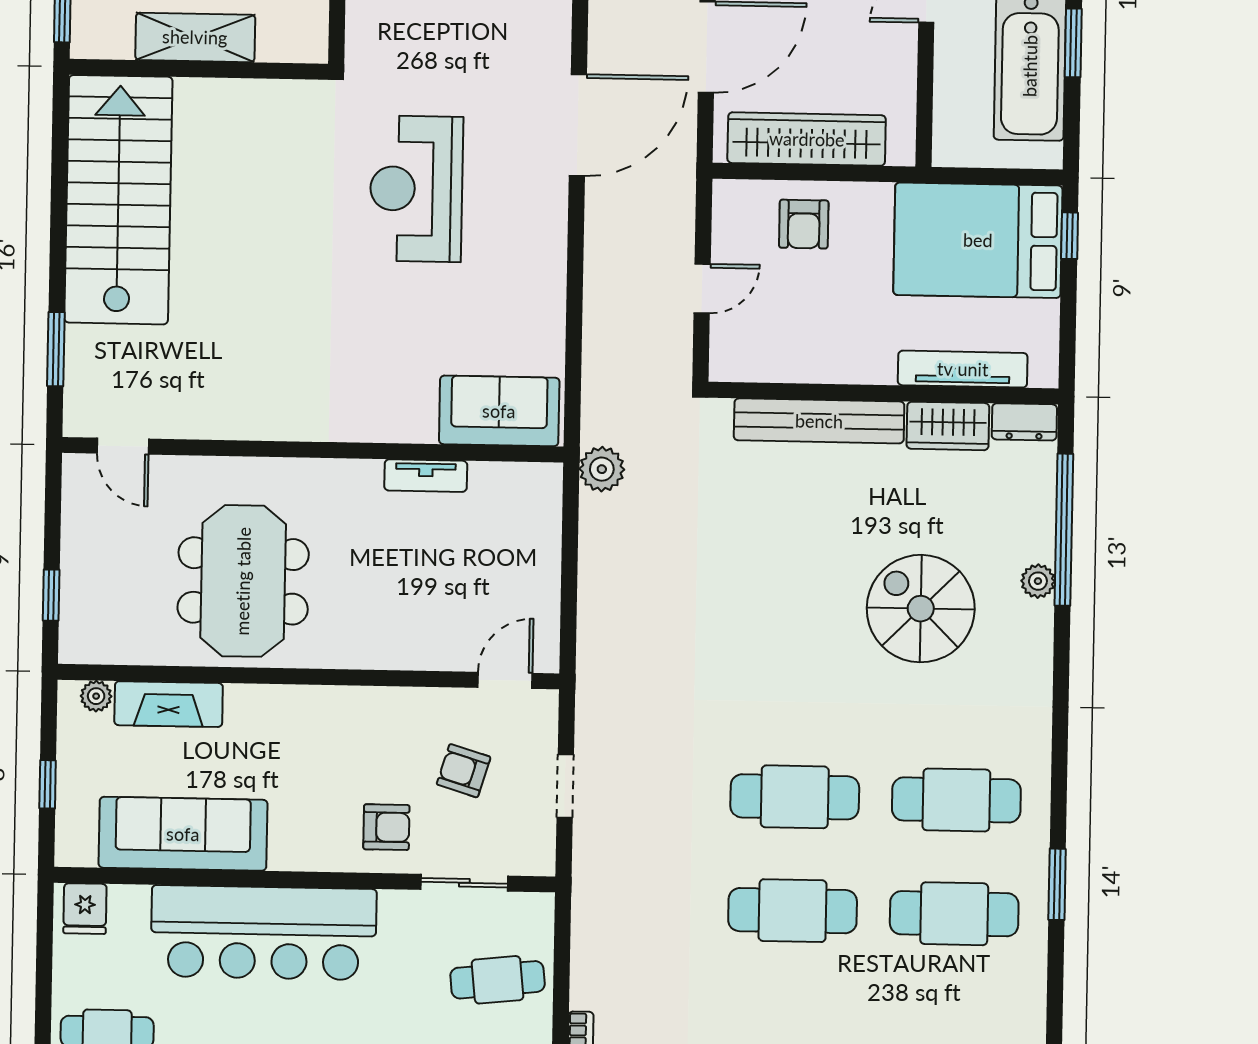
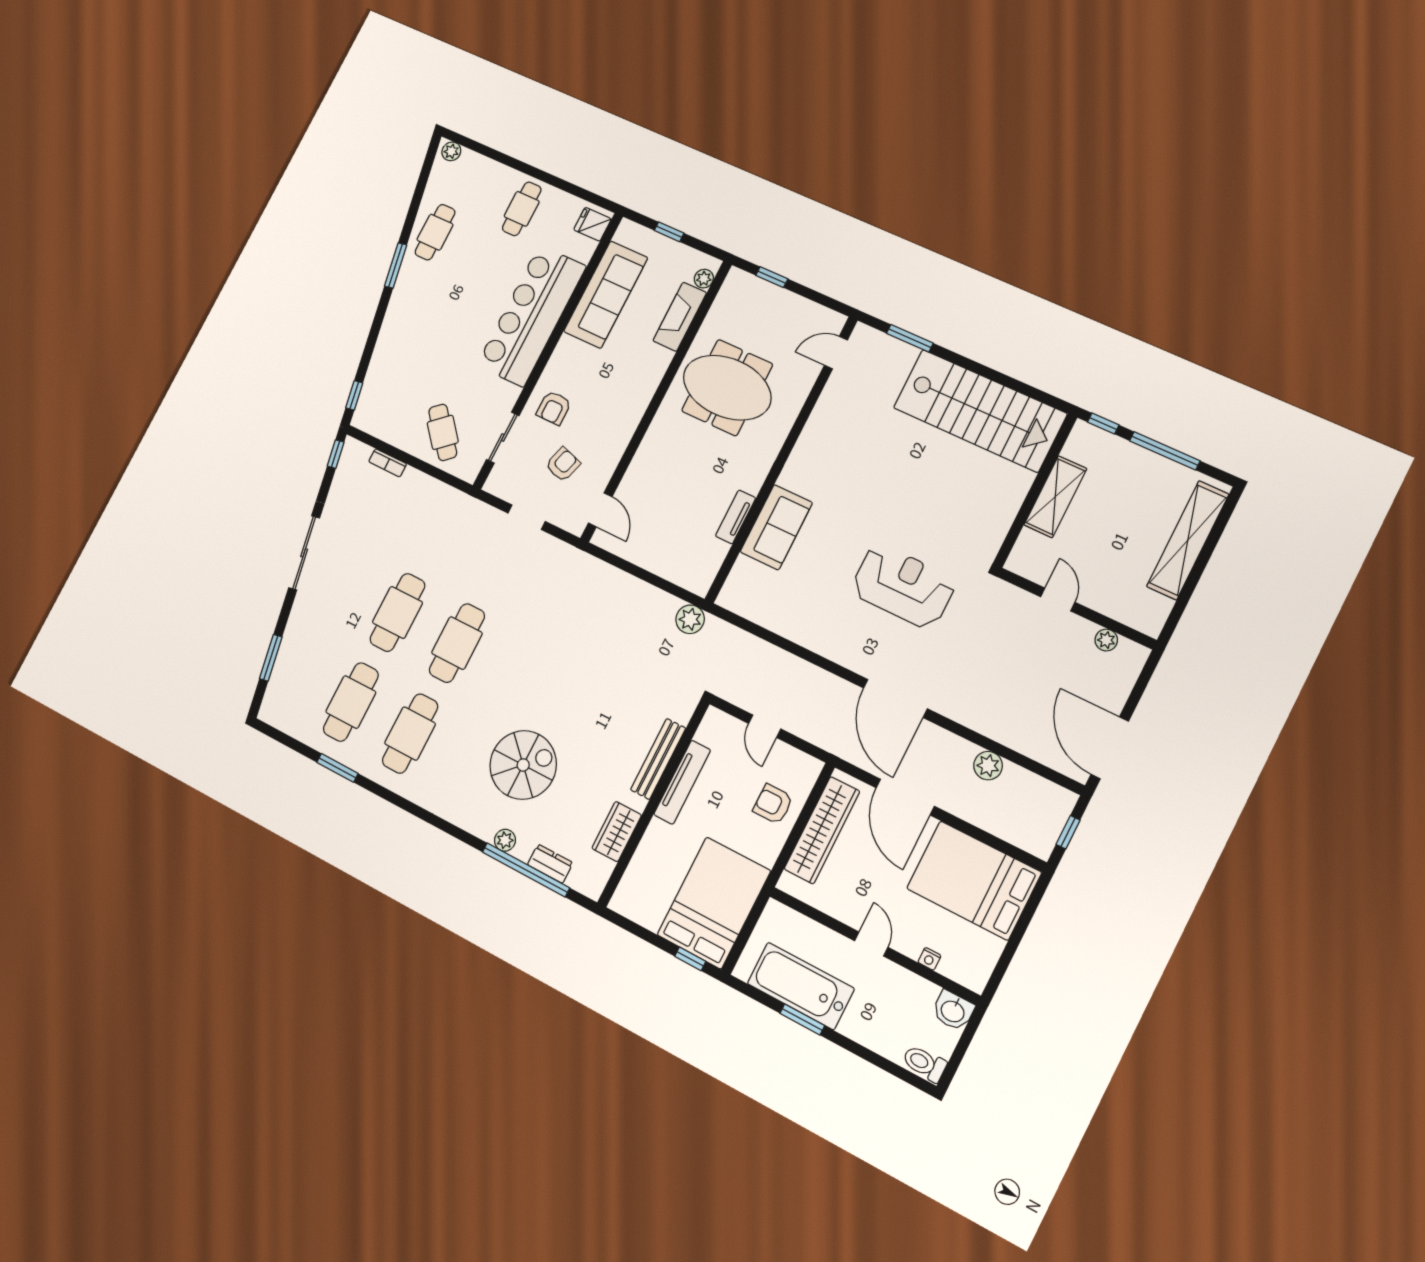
tv unit: (963, 369) -> (682, 782), moved
sofa: (499, 411) -> (776, 527), moved
bench: (819, 421) -> (658, 759), width x0.73, depth x0.82
dresser: (1024, 422) -> (550, 864), moved, turned 90
cafe table: (498, 980) -> (443, 432), turned -35

